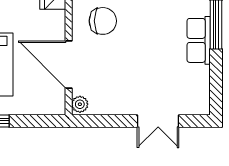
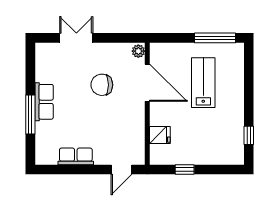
chair: (103, 21) -> (102, 85), moved

